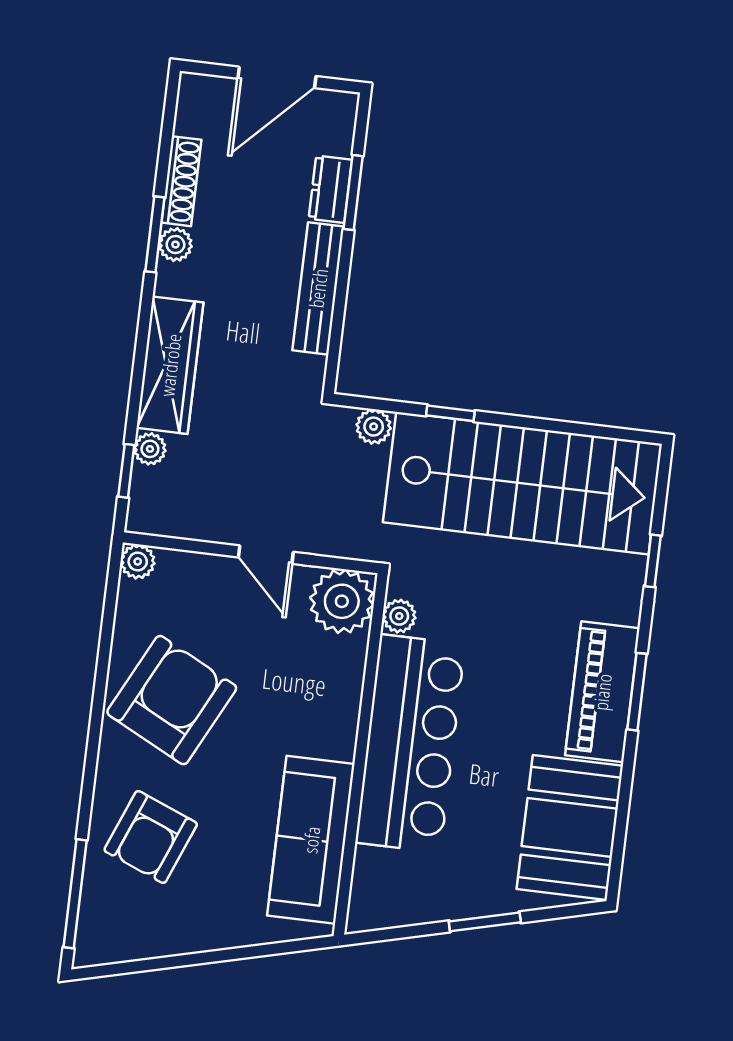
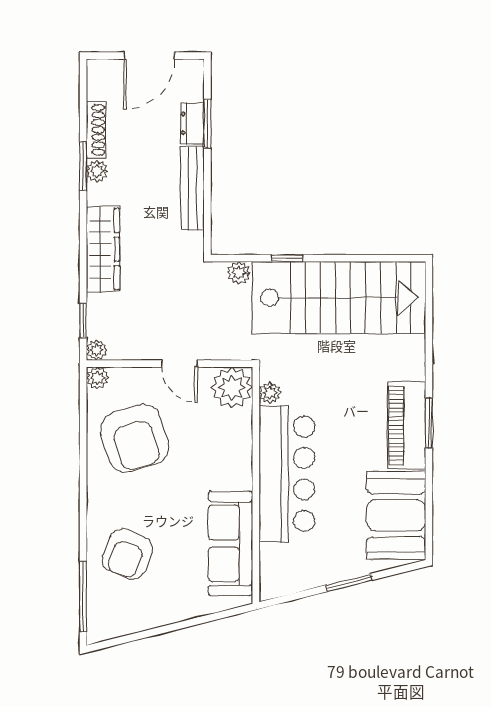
plant: (150, 449) -> (97, 350), moved
window: (653, 561) -> (429, 337), removed
armchair: (172, 700) -> (135, 438), moved, turned 136

